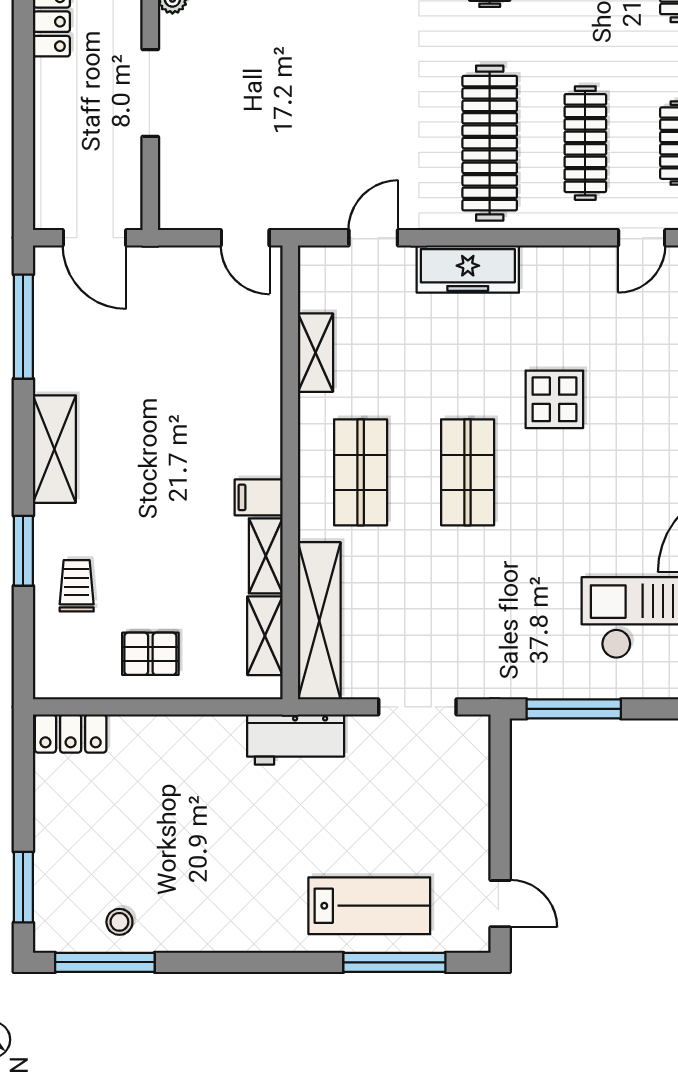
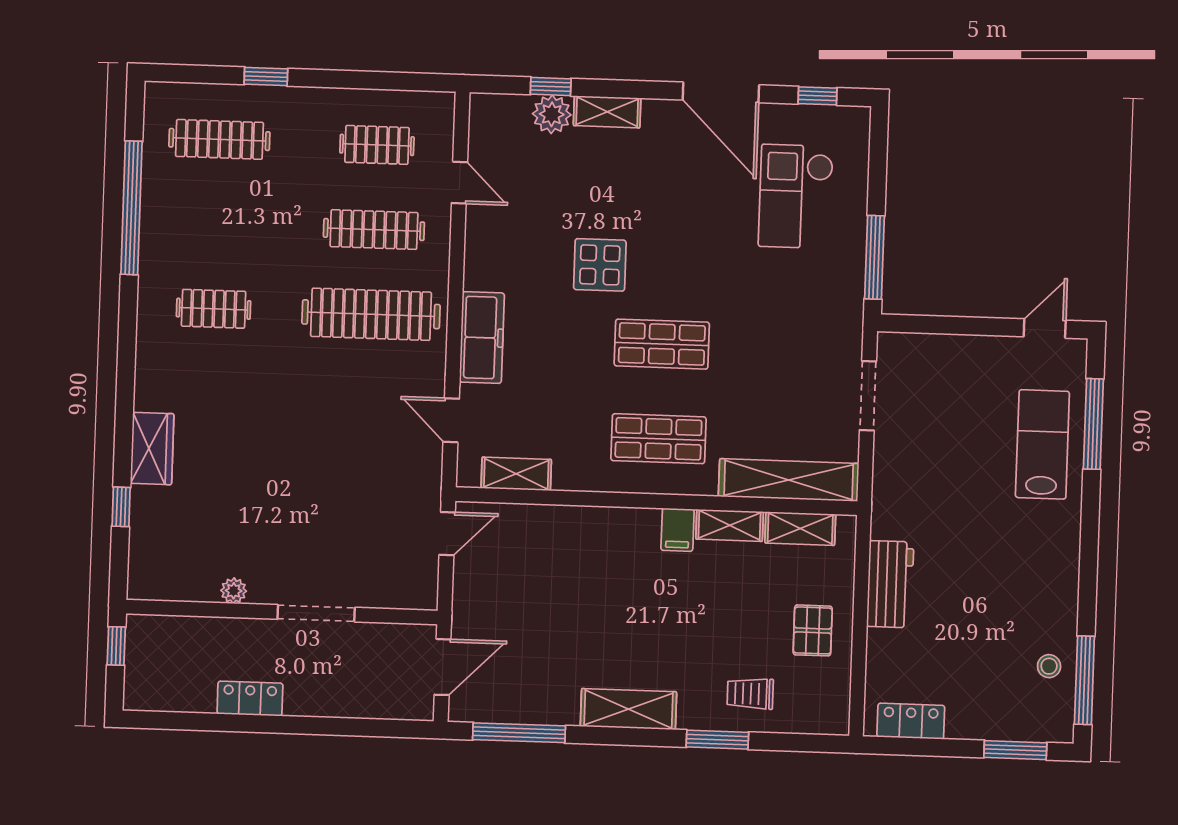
shelving: (315, 353) -> (516, 474), moved
locker: (71, 734) -> (911, 721), moved, turned -90
workbench: (296, 740) -> (890, 584), moved

